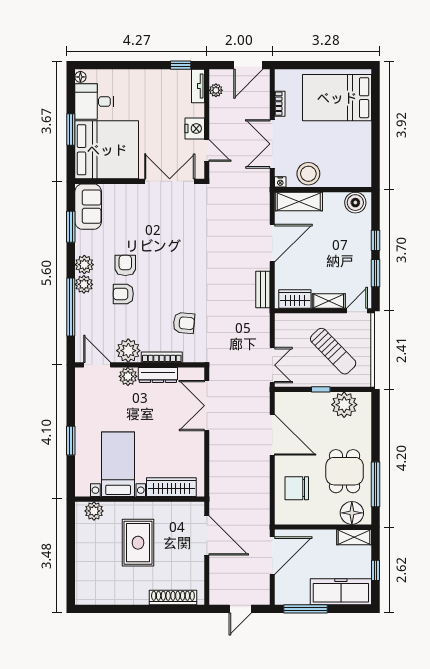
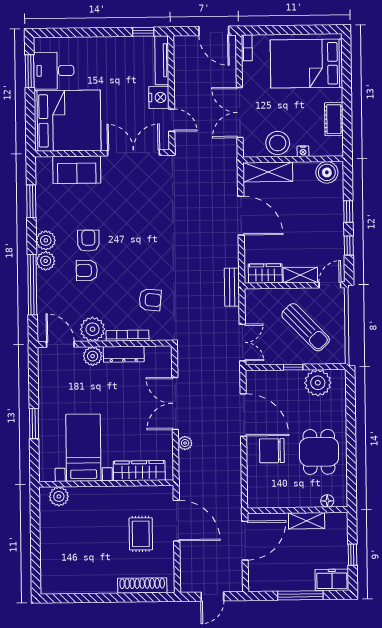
door: (248, 65) -> (214, 31), hinge flipped
floor lamp: (80, 77) -> (39, 45), removed
tv unit: (198, 86) -> (162, 60), width x1.41
plant: (216, 90) -> (185, 443), moved
bookcase: (280, 104) -> (247, 48), moved
window: (71, 129) -> (30, 71), moved
cot: (363, 151) -> (334, 119), added
nightstand: (280, 182) -> (303, 151), moved
sofa: (88, 207) -> (77, 170), moved, turned 90
door: (272, 243) -> (241, 216), hinge flipped
window: (375, 273) -> (349, 246), width x0.67
bench: (263, 289) -> (232, 287), moved
double door: (207, 406) -> (175, 403), moved
window: (375, 484) -> (351, 465), removed
chair: (297, 488) -> (272, 451), moved
floor lamp: (352, 513) -> (327, 501), width x0.53, depth x0.53
shelving: (354, 537) -> (307, 521), moved
rug: (138, 543) -> (141, 534), moved, width x0.73, depth x0.70
freezer: (341, 592) -> (332, 580), width x0.52, depth x0.79
window: (305, 609) -> (300, 595), moved

